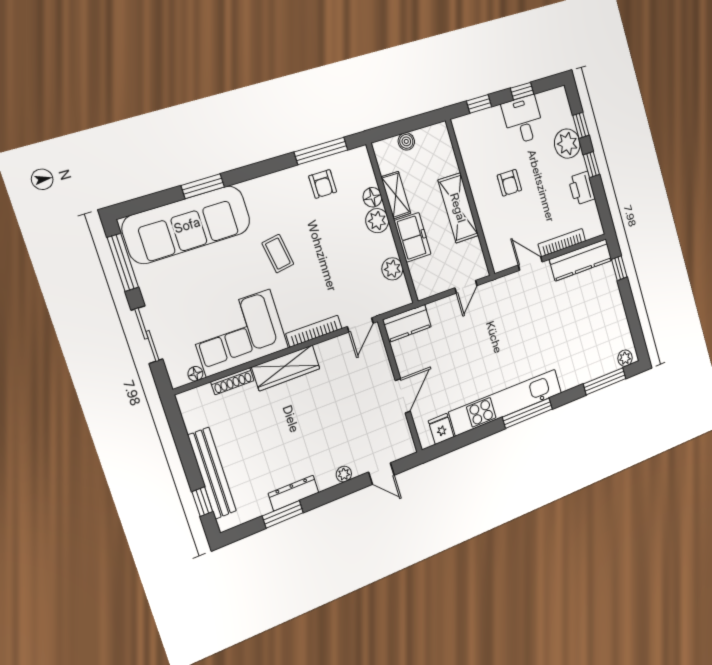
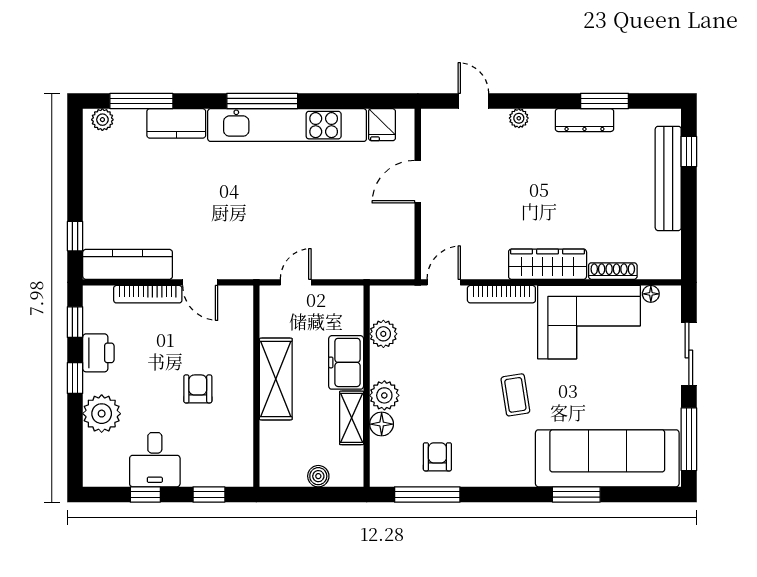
window: (581, 125) -> (75, 322), moved
kitchen counter: (407, 323) -> (176, 123), moved, turned 180

